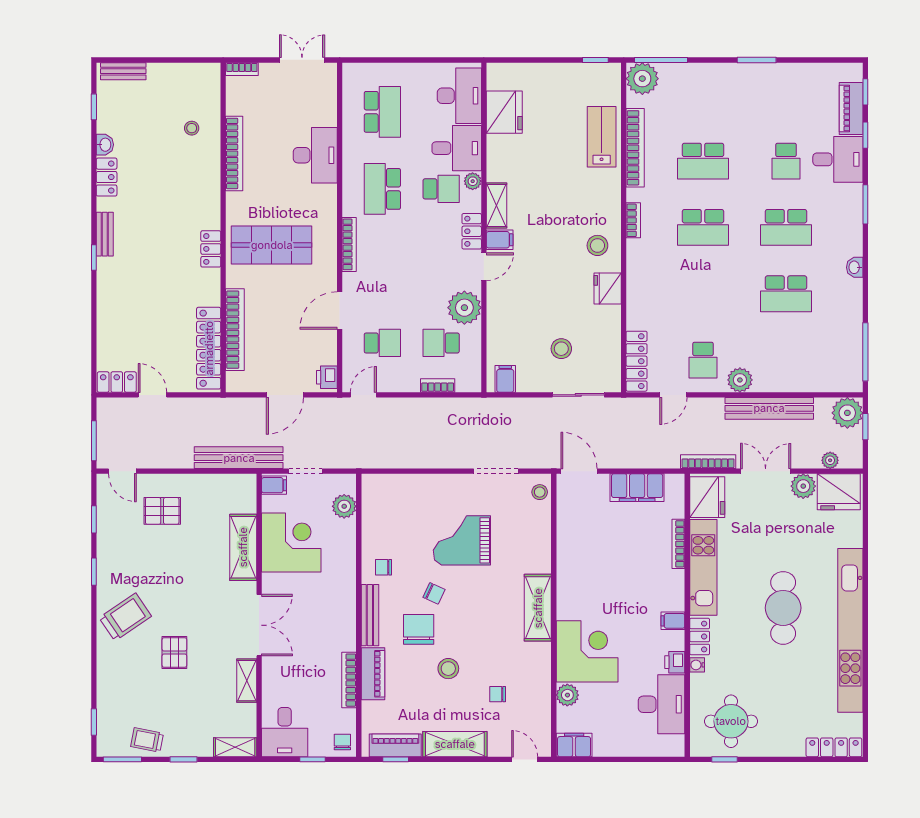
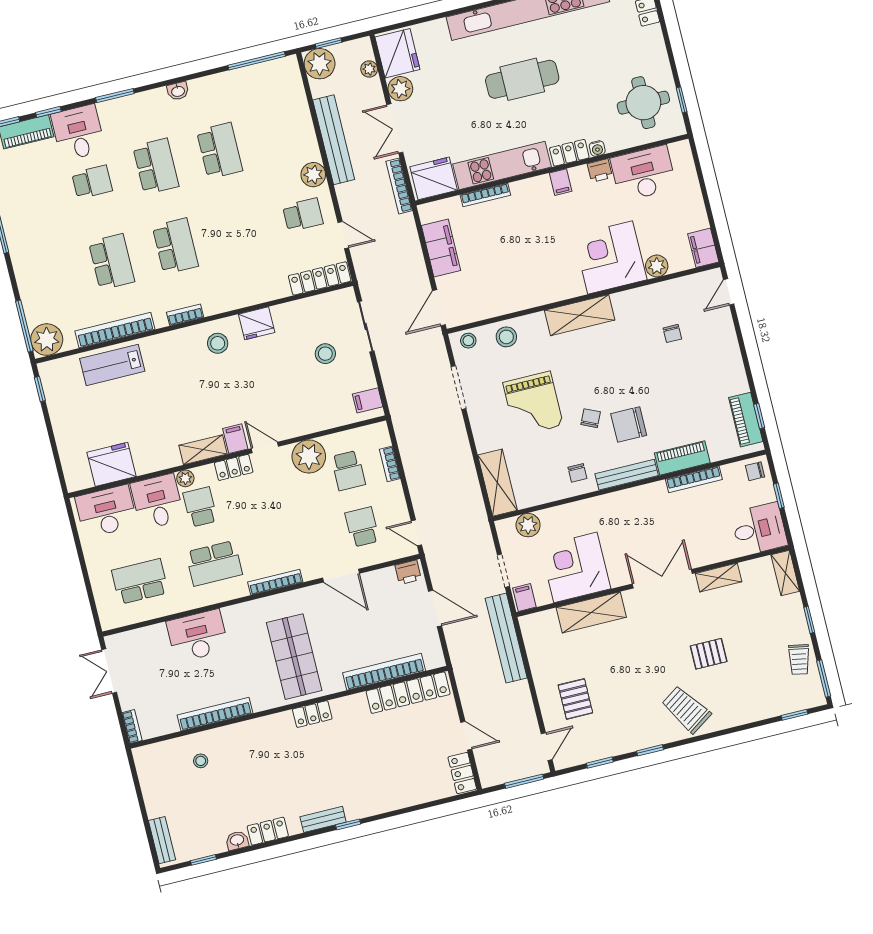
door: (152, 395) -> (466, 736), swing flipped
stool: (448, 669) -> (506, 337), moved
shelving: (455, 744) -> (497, 483), moved

